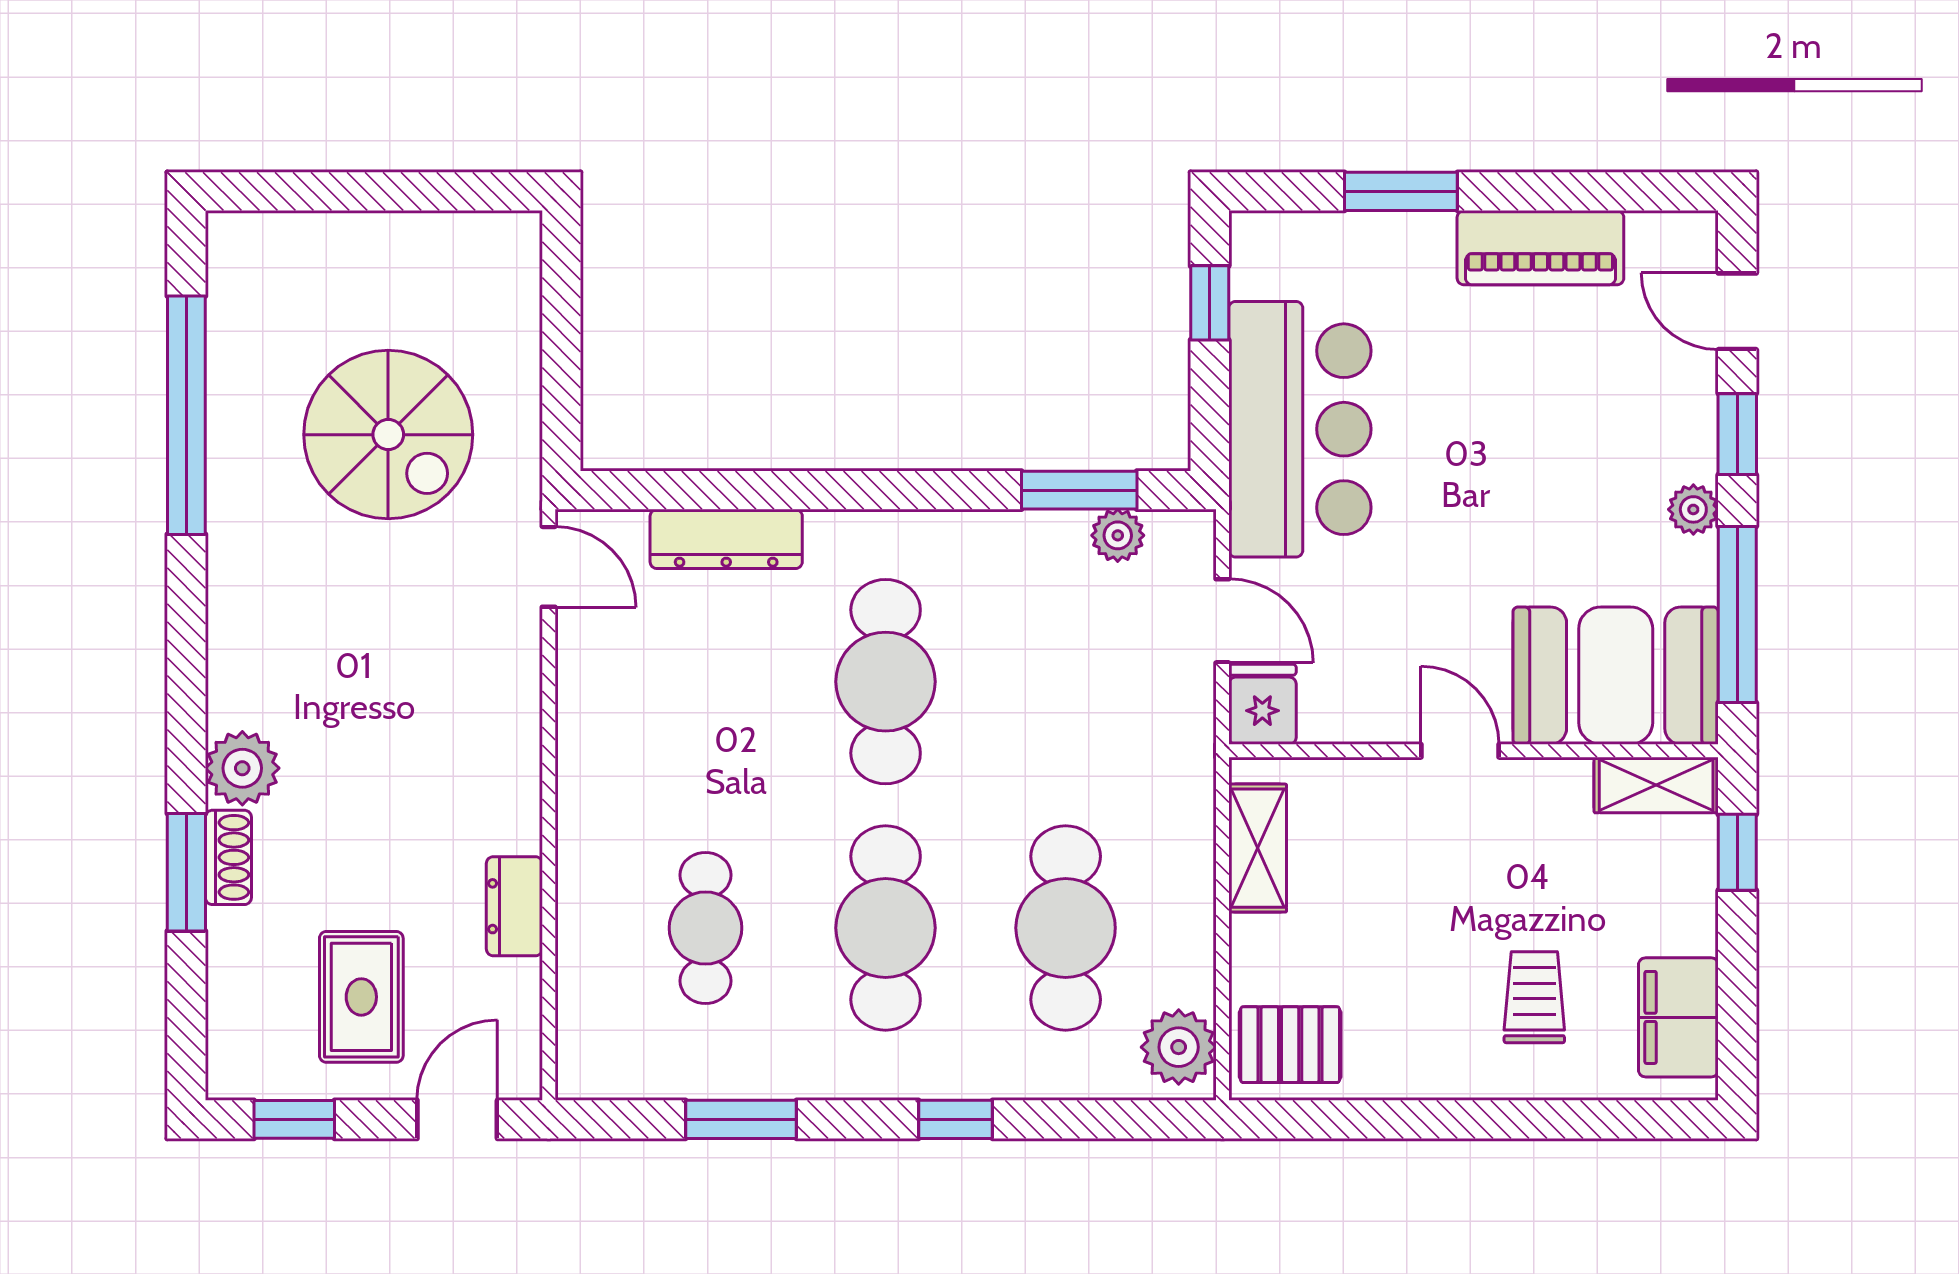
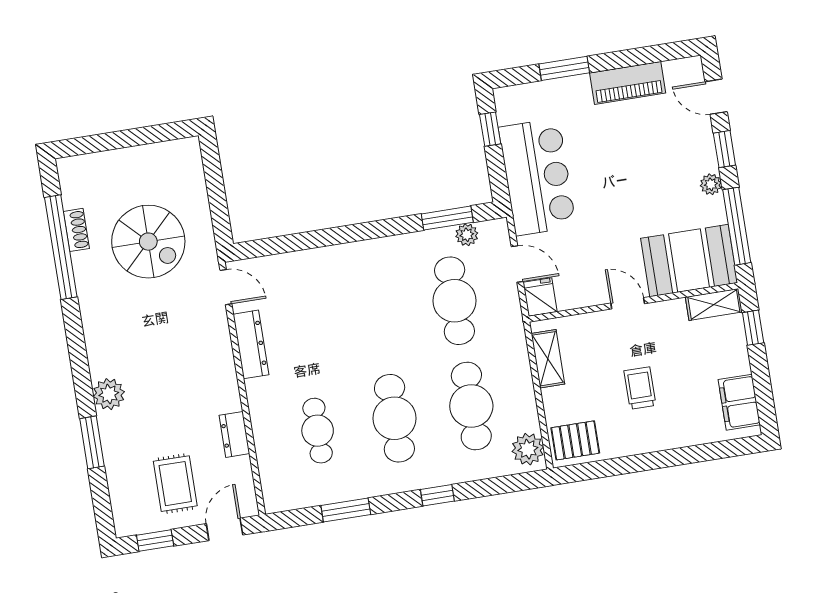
dresser: (726, 539) -> (251, 344), moved, turned -90
cafe table: (886, 682) -> (454, 301), moved
shoe rack: (228, 857) -> (76, 230), moved
trolley: (1534, 997) -> (640, 388), moved

